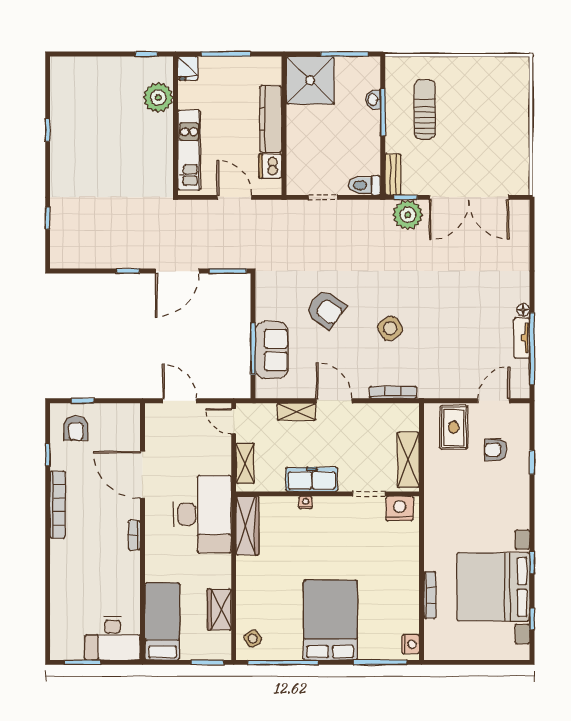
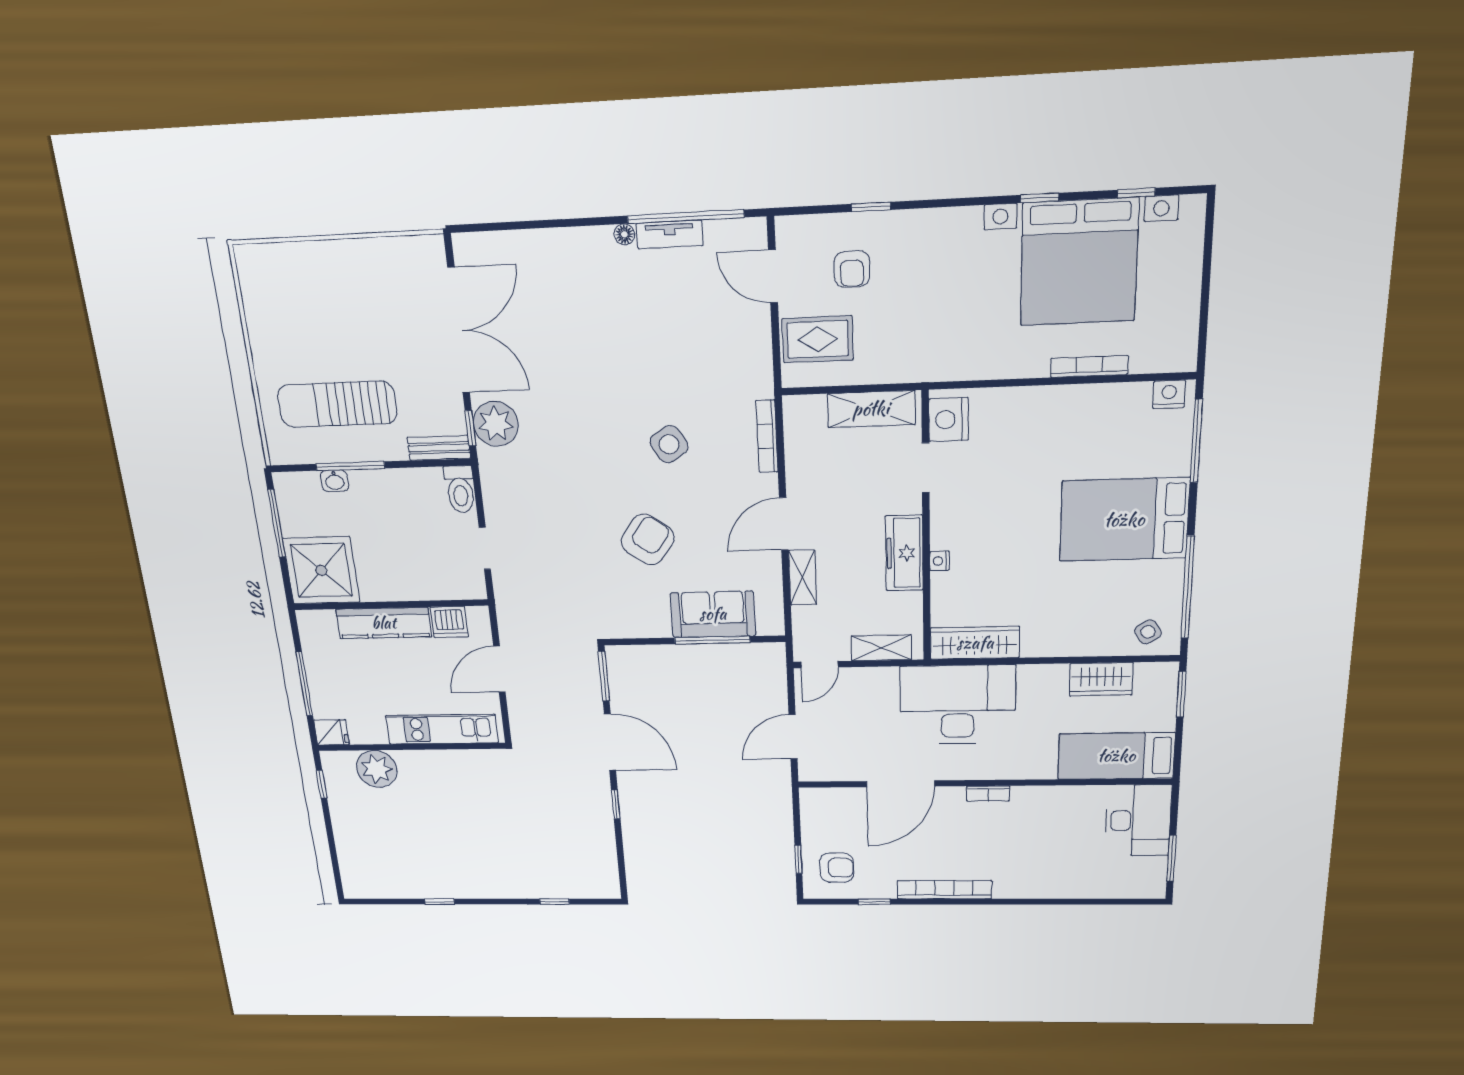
sun lounger: (425, 109) -> (337, 404), width x1.36, depth x1.34

